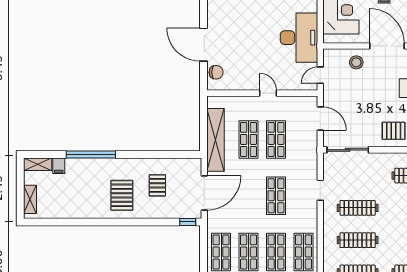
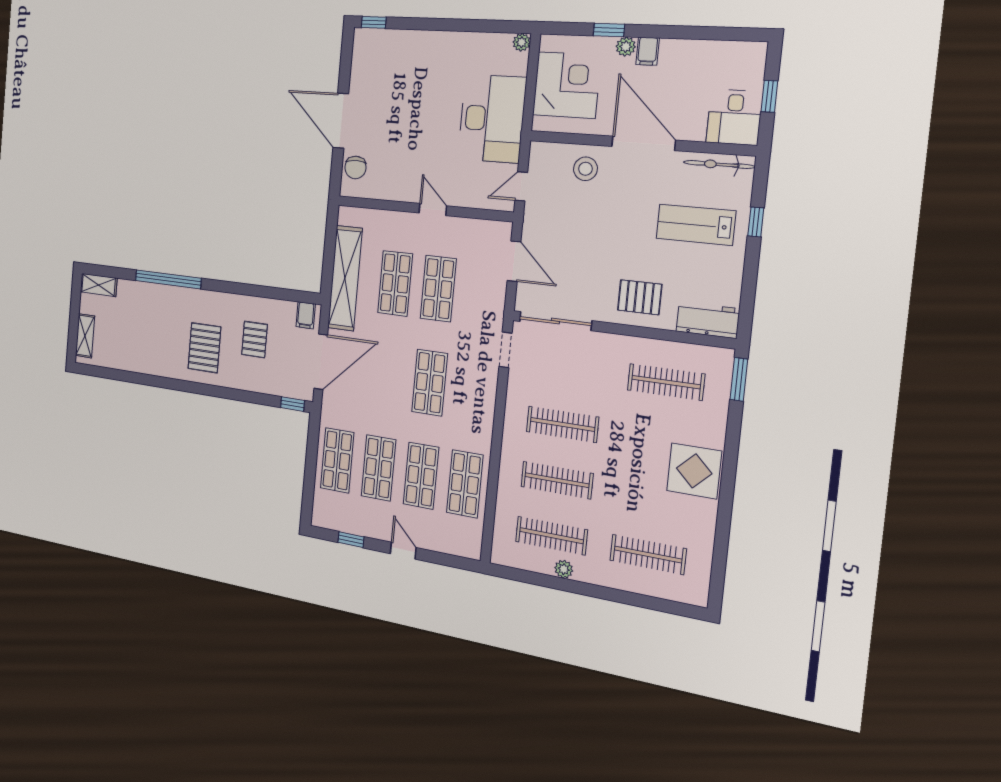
chair: (216, 72) -> (355, 168), turned 90
filing cabinet: (59, 166) -> (306, 315), moved
doorway: (320, 190) -> (505, 350), moved

